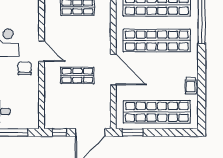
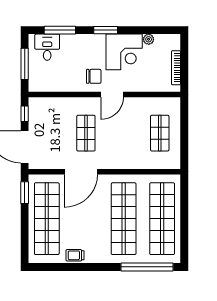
door: (113, 70) -> (81, 172), moved

